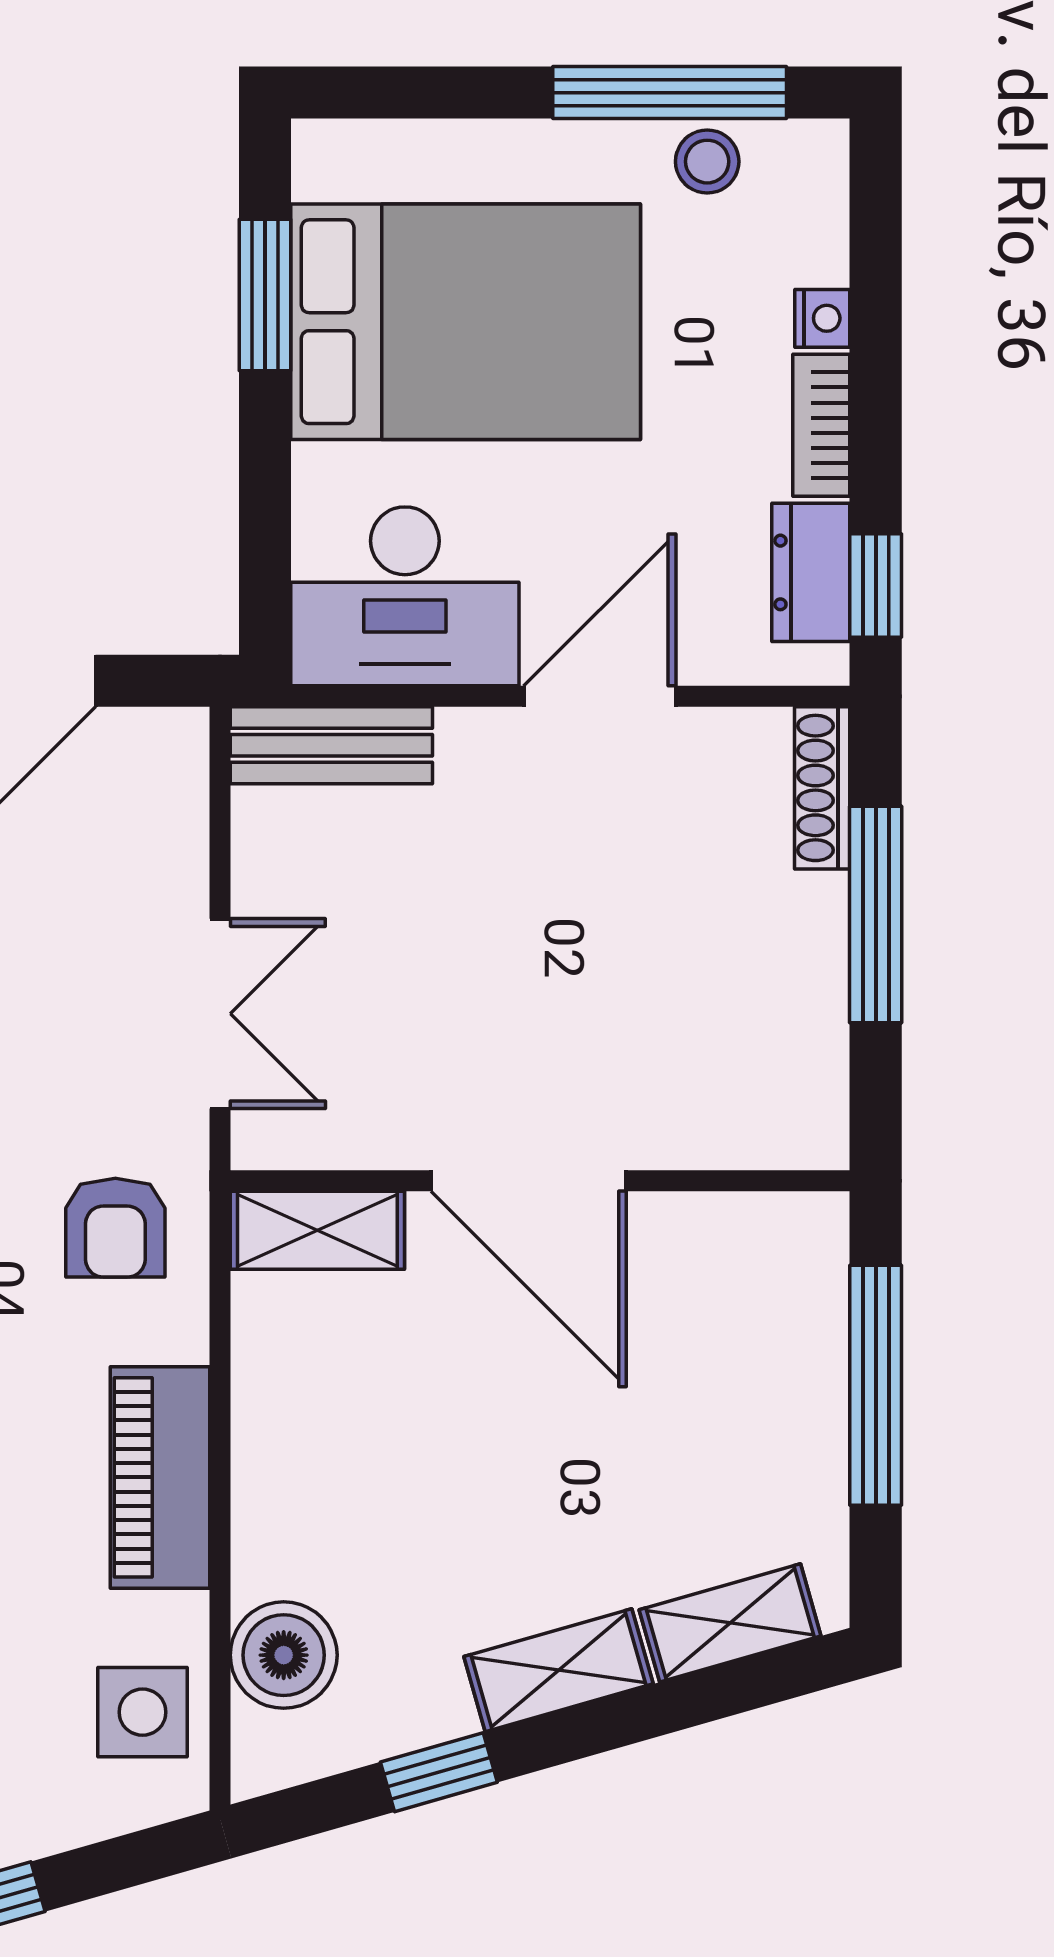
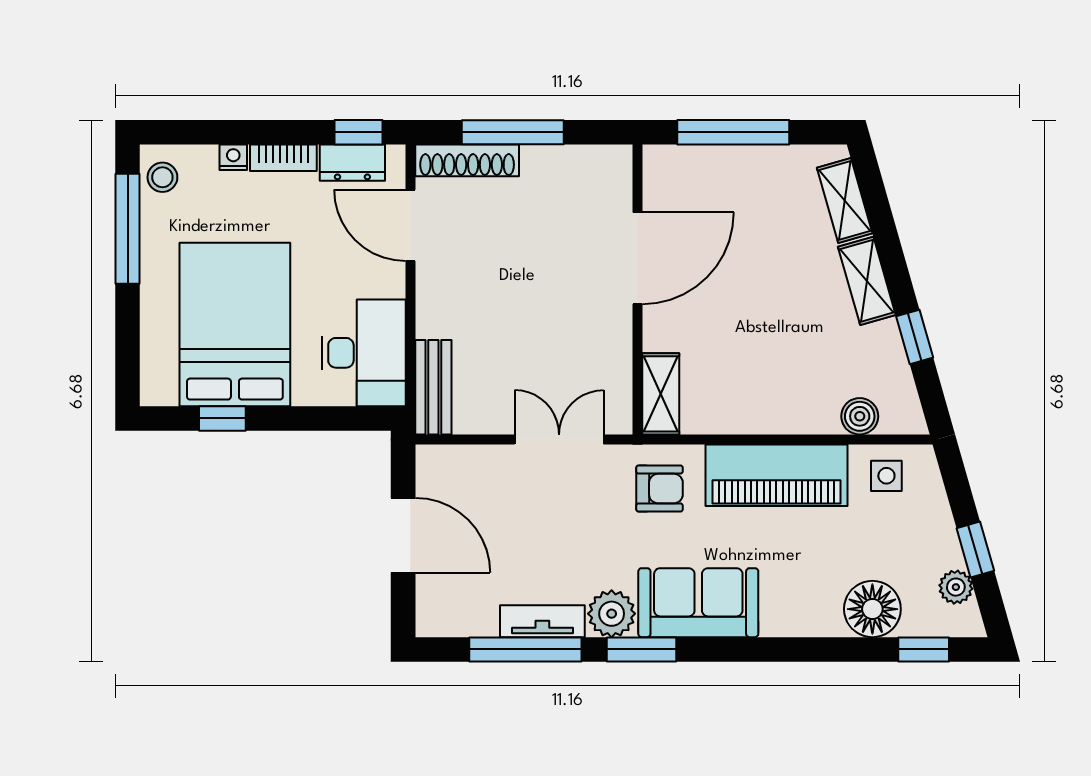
stool: (707, 162) -> (162, 177), moved
window: (265, 295) -> (222, 418), width x0.67
door: (600, 696) -> (410, 225), moved
shoe rack: (822, 788) -> (467, 160), width x1.36, depth x1.24
door: (529, 1181) -> (637, 258), moved
piano: (160, 1477) -> (776, 475), width x1.37, depth x1.33
boiler: (284, 1655) -> (860, 416), width x0.73, depth x0.73
side table: (143, 1712) -> (886, 476), width x0.73, depth x0.73

